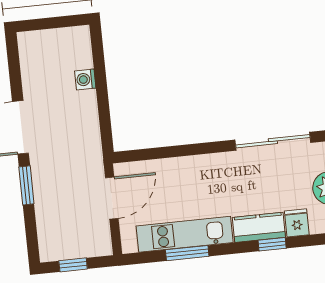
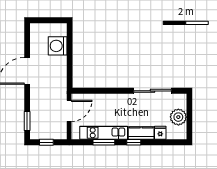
washing machine: (85, 79) -> (58, 46), width x1.89, depth x1.89
window: (26, 185) -> (27, 121), moved
window: (272, 244) -> (134, 142), moved

